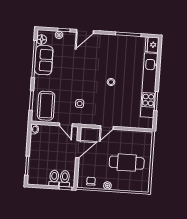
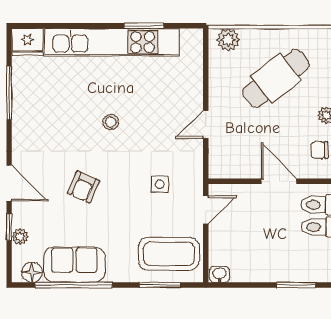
armchair: (81, 67) -> (83, 187), added
door: (107, 127) -> (206, 124), swing flipped
plant: (147, 141) -> (228, 40), added
door: (78, 149) -> (279, 181), moved
cafe table: (127, 163) -> (276, 78), turned 52

